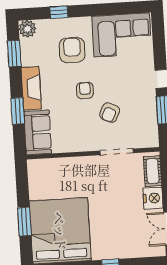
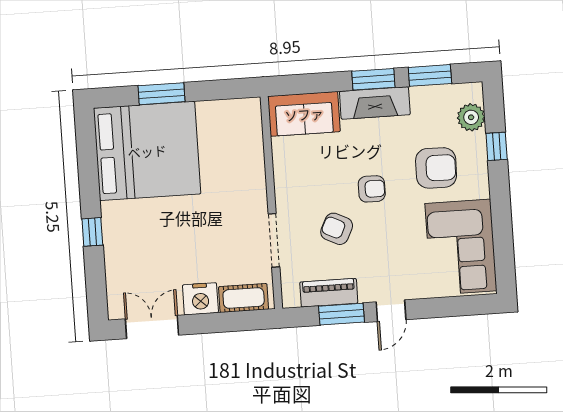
plant: (27, 29) -> (471, 117), moved
window: (18, 111) -> (373, 79), moved
piano: (150, 118) -> (329, 293), added

